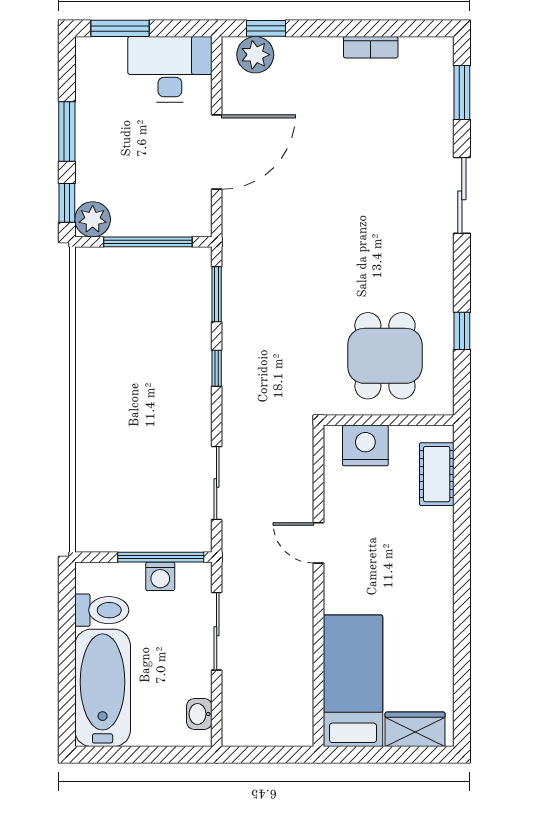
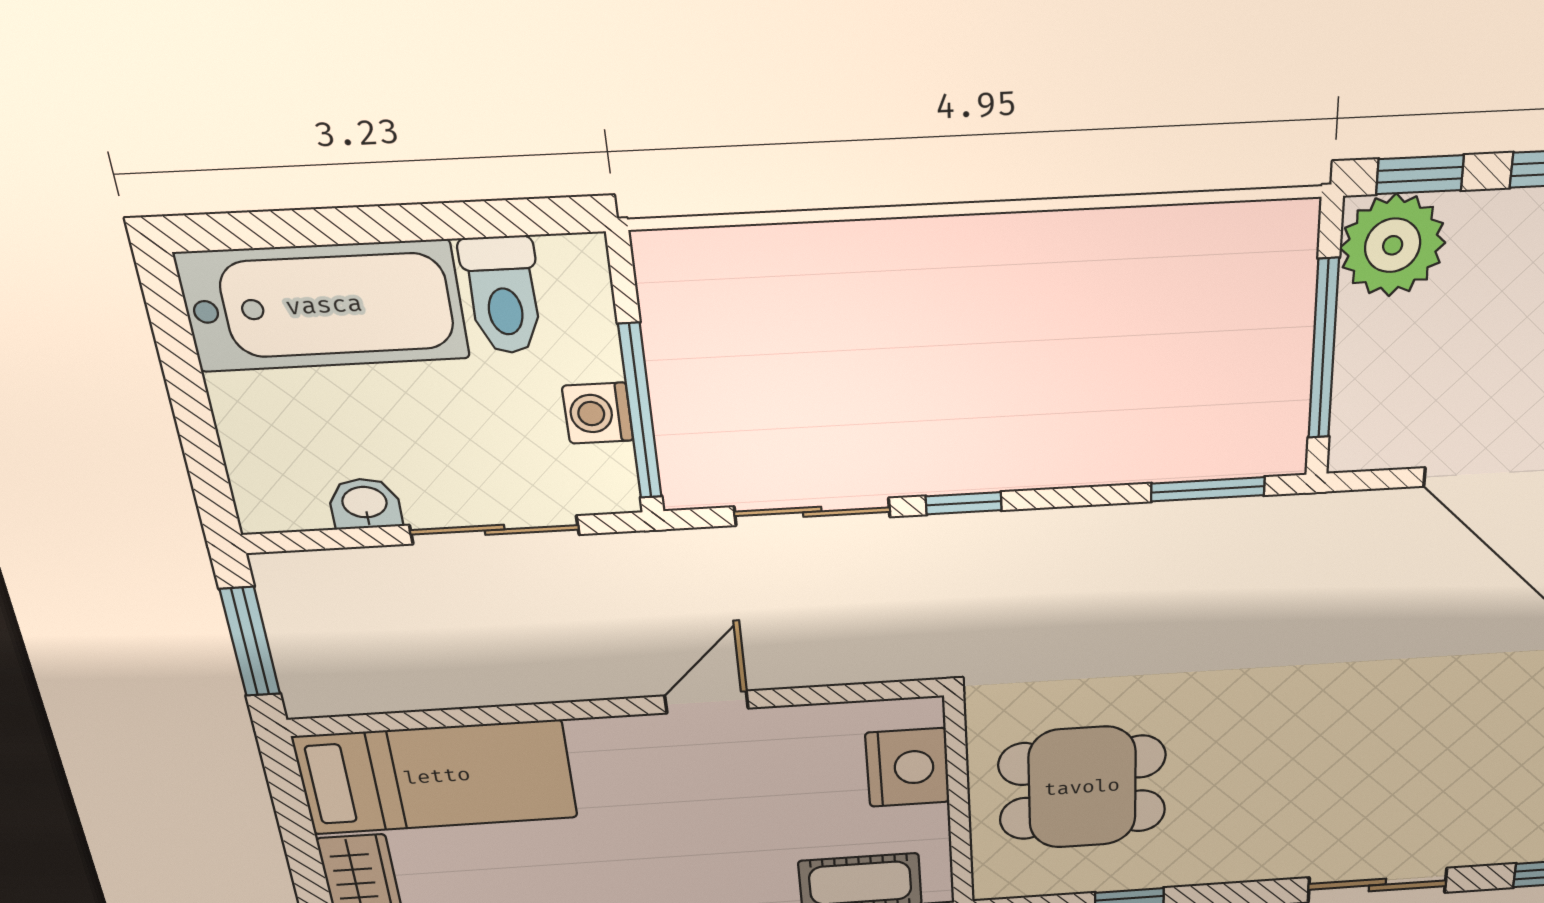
plant: (93, 219) -> (1393, 245), width x1.36, depth x1.36
window: (217, 368) -> (964, 503), moved
washbasin: (199, 714) -> (365, 504), moved
window: (269, 755) -> (250, 642), added

